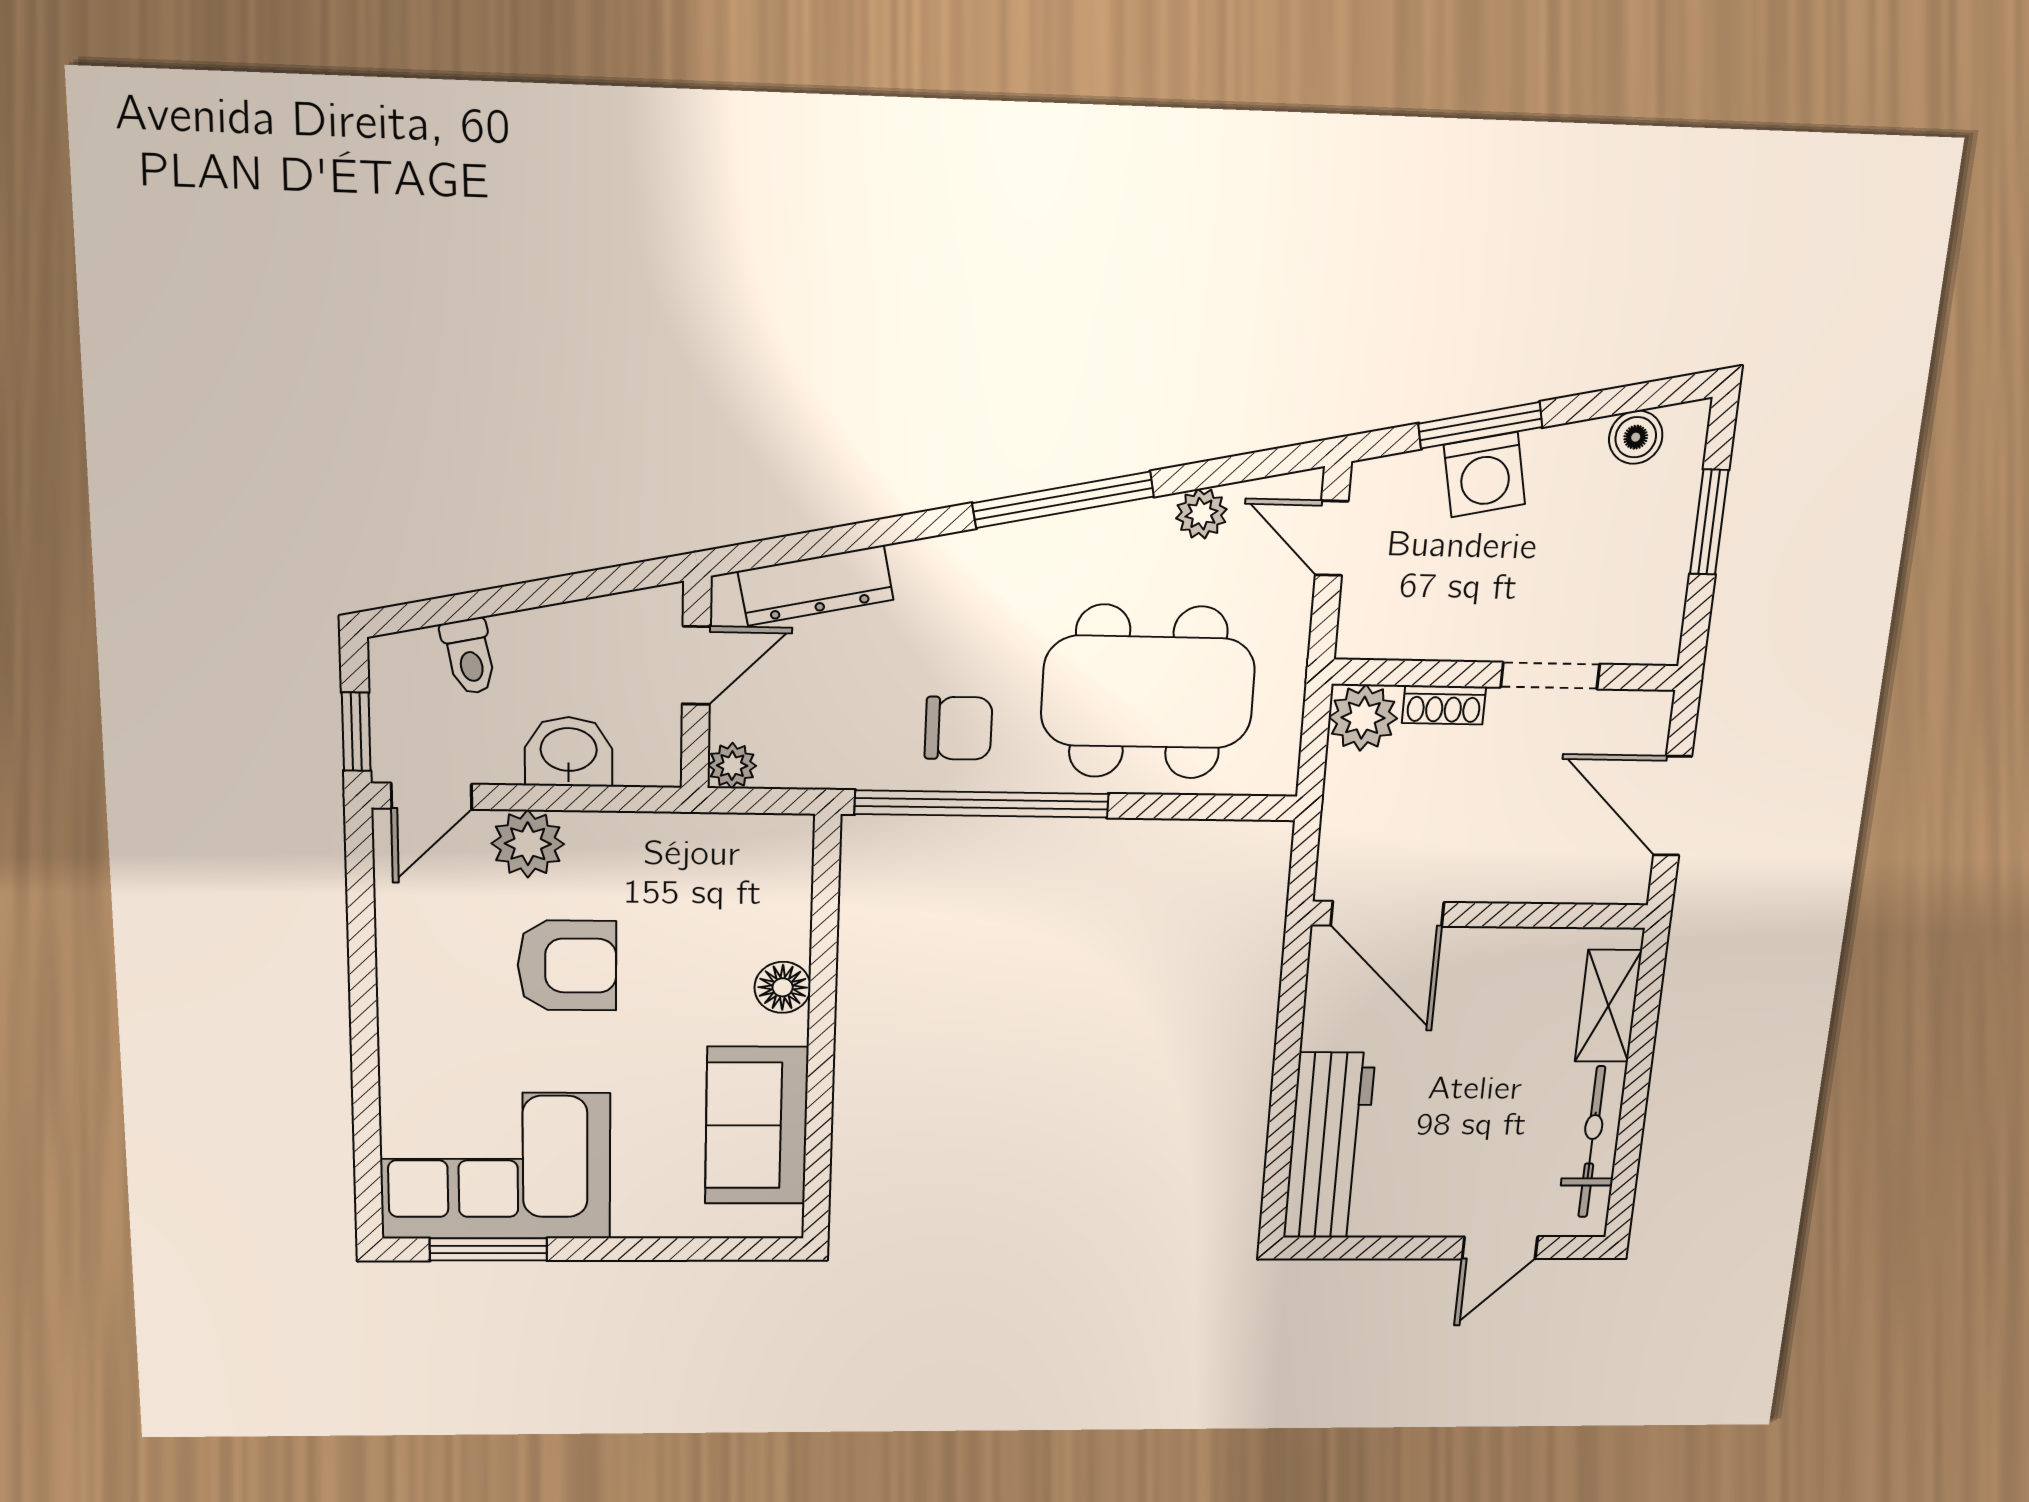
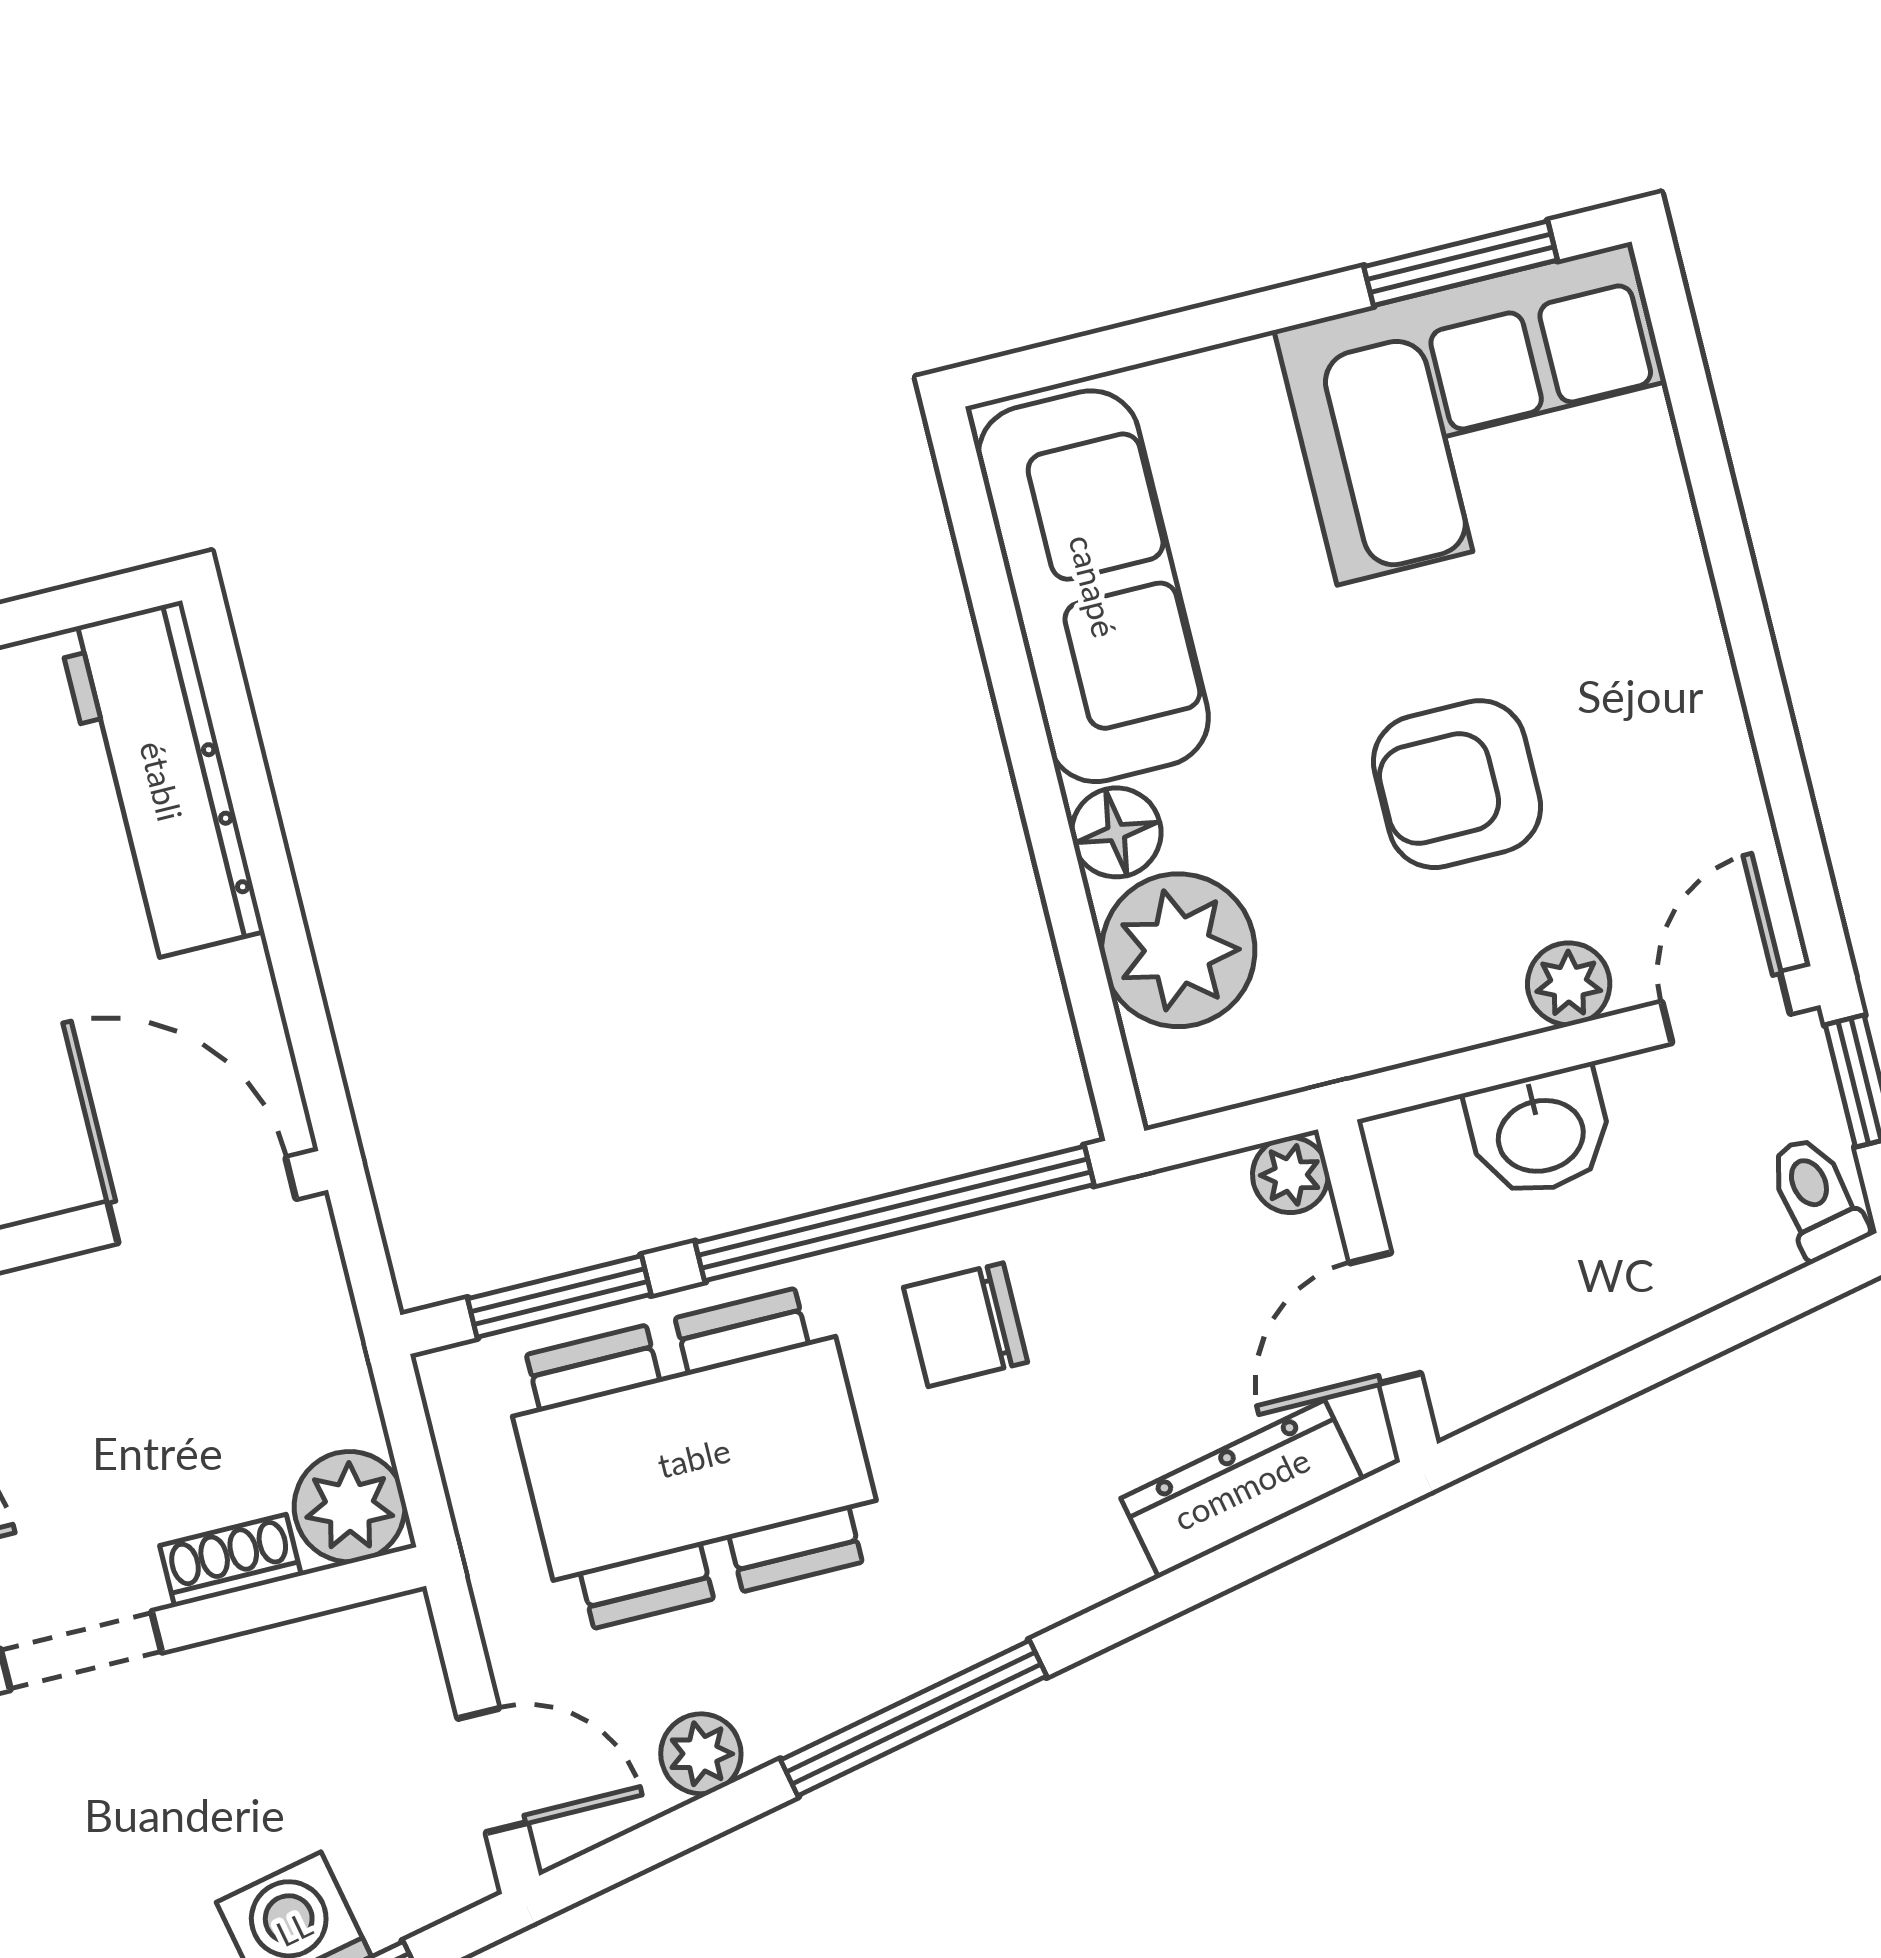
toilet: (469, 656) -> (1816, 1197), moved
window: (1198, 807) -> (559, 1296), added
plant: (528, 844) -> (1569, 984), width x0.73, depth x0.73
plant: (764, 912) -> (1178, 950), added
sofa: (757, 1126) -> (1093, 586), width x1.36

